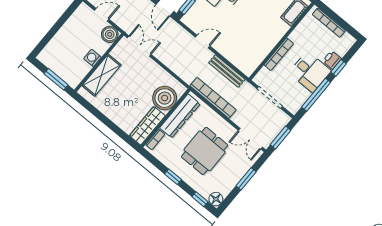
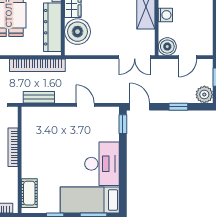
door: (203, 42) -> (85, 105), swing flipped
bench: (227, 71) -> (39, 97), width x0.73

